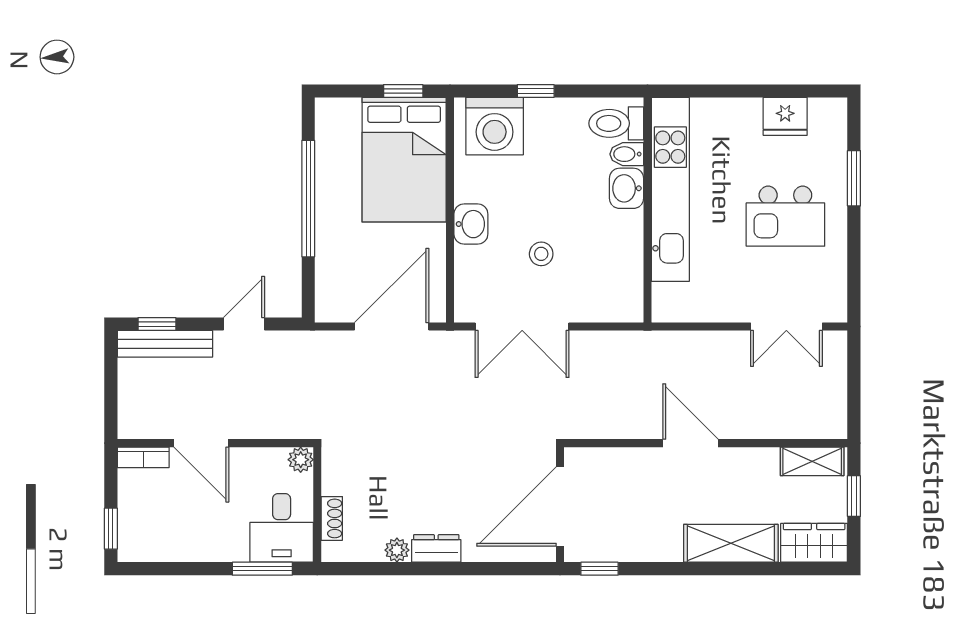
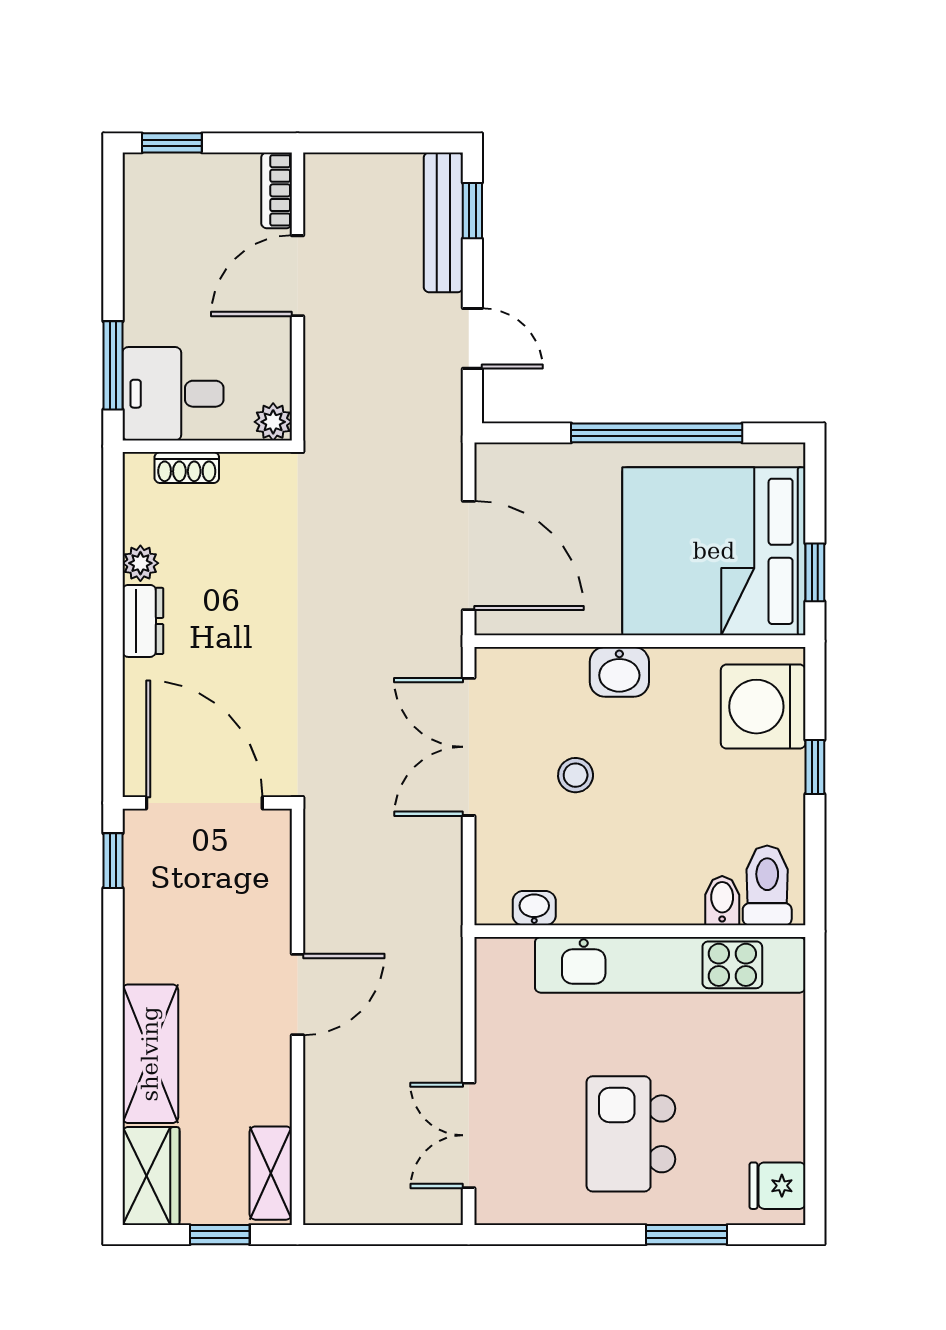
fridge: (785, 116) -> (777, 1186), moved, width x0.72
bed: (404, 160) -> (714, 551), width x1.36
washbasin: (627, 188) -> (534, 908), moved, width x0.72, depth x0.69

